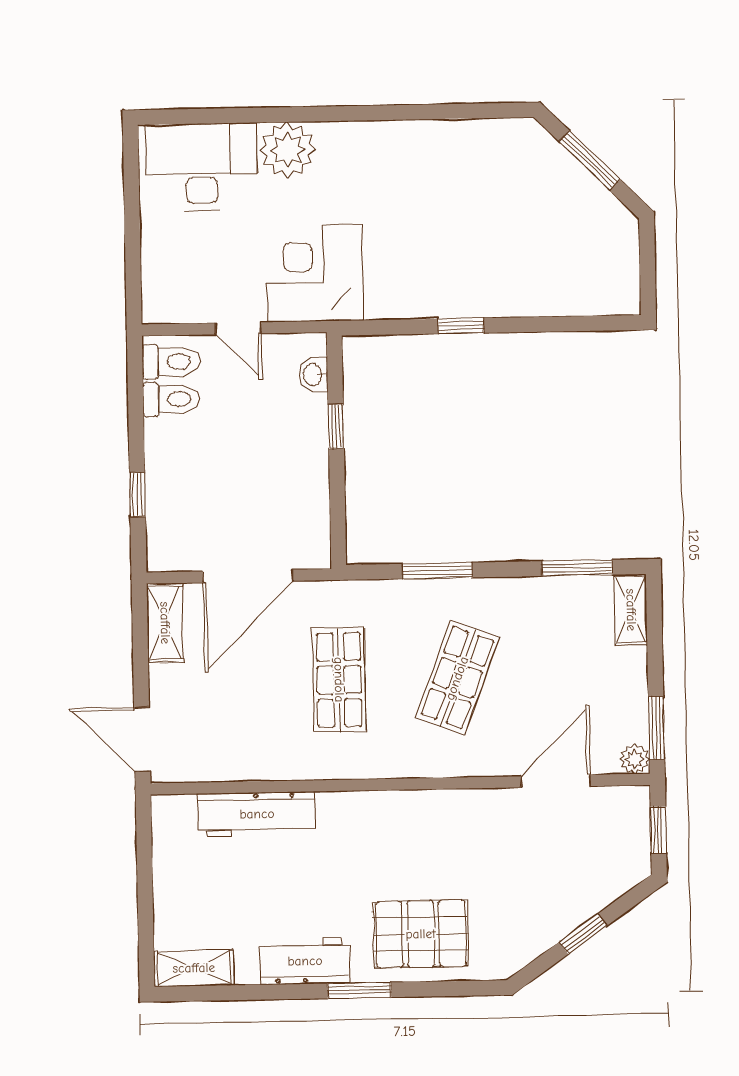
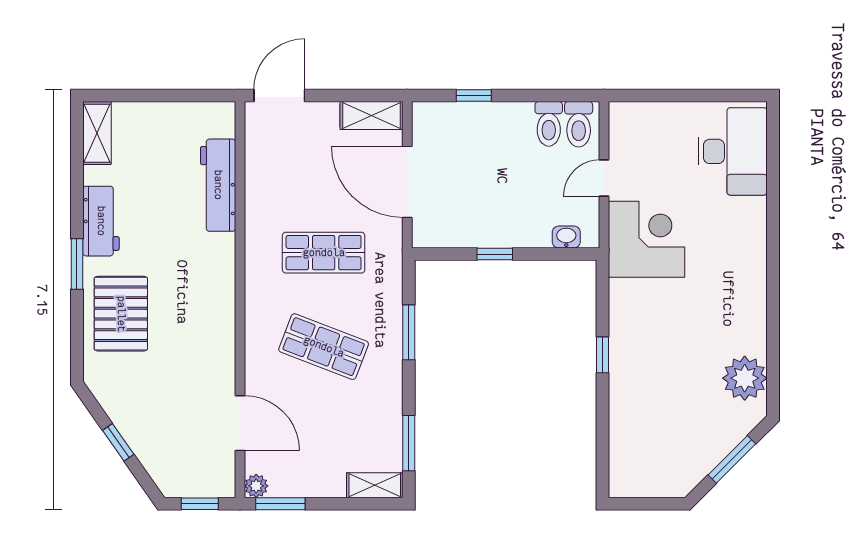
plant: (288, 150) -> (745, 378), moved
window: (336, 426) -> (495, 254), moved

